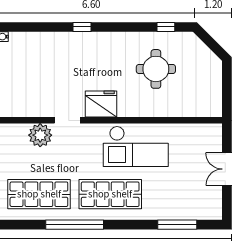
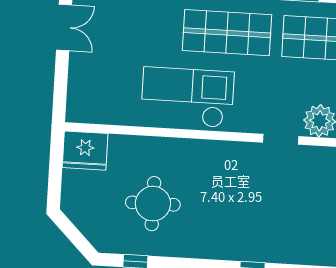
fridge: (101, 104) -> (85, 151), moved
double door: (227, 169) -> (64, 27), moved

